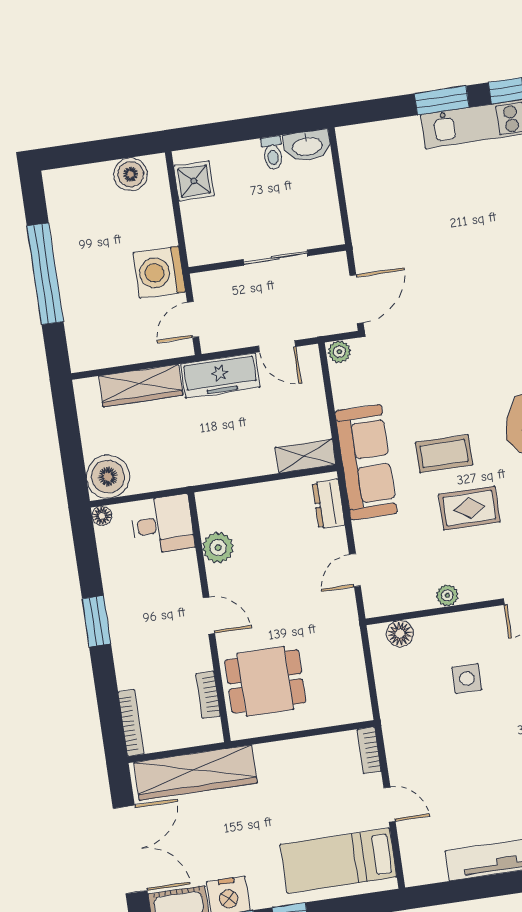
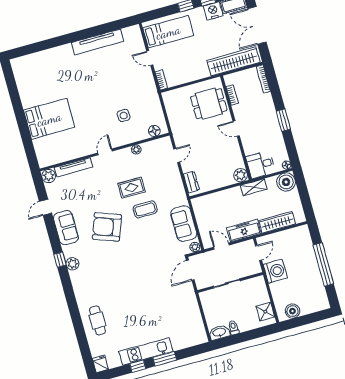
shelving: (305, 456) -> (254, 187), moved
sofa: (366, 462) -> (184, 224), moved, width x0.73
plant: (218, 548) -> (241, 175), moved

